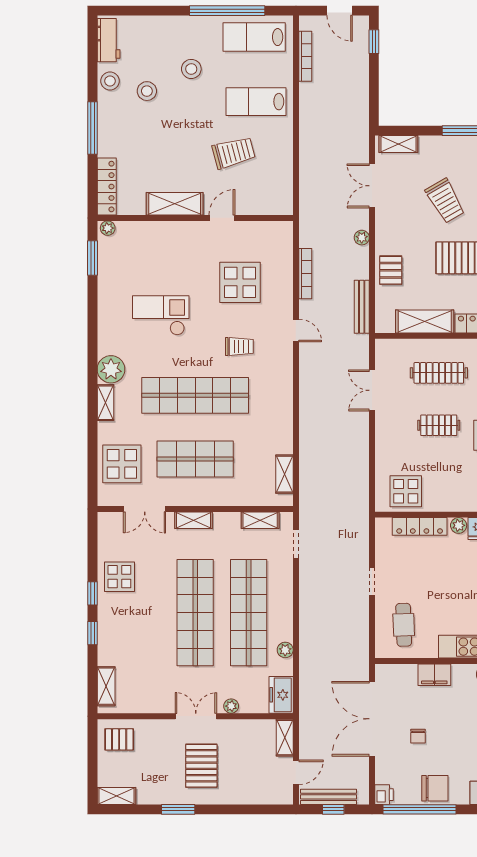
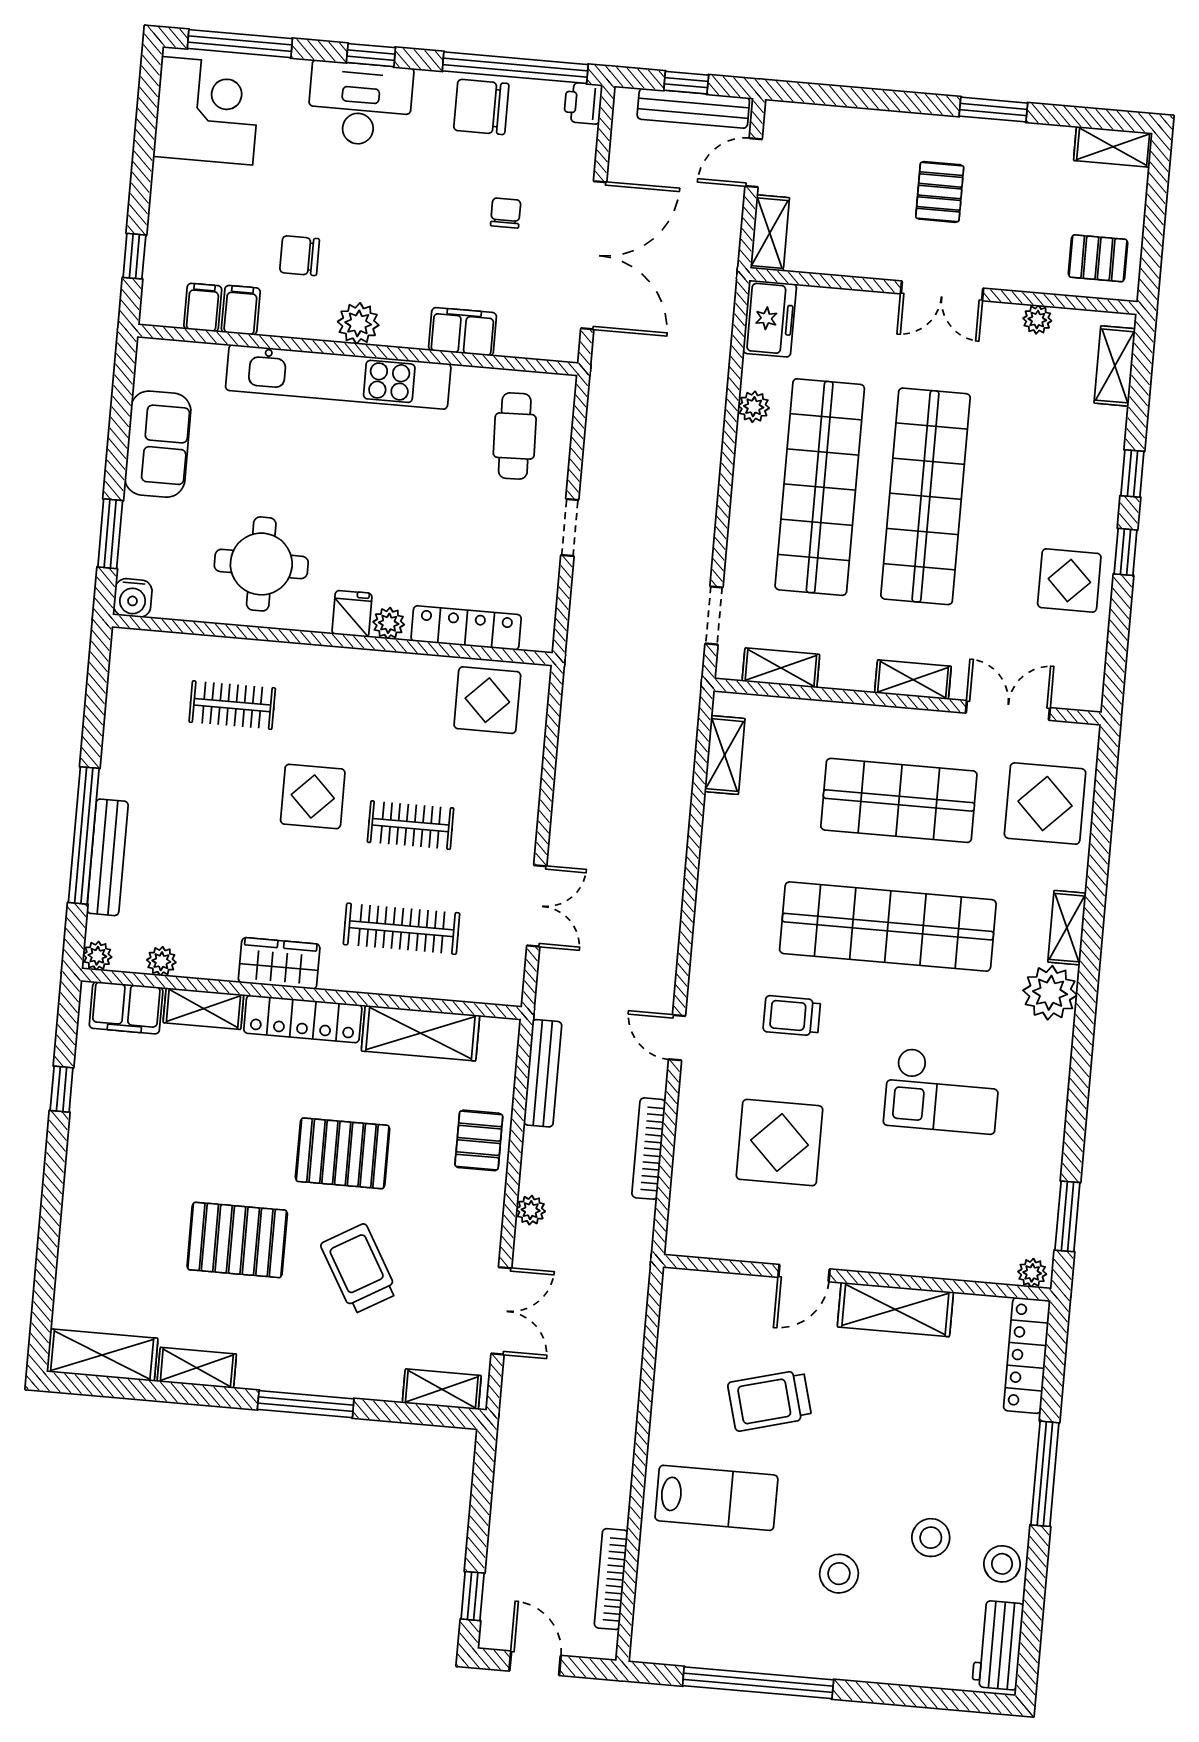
lab bench: (254, 37) -> (709, 1626), removed
plant: (231, 706) -> (1037, 320), moved
pallet: (201, 766) -> (940, 192), width x0.67, depth x0.71

